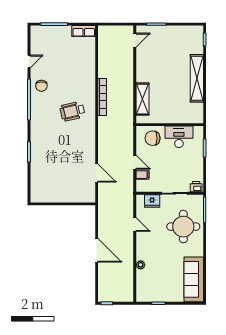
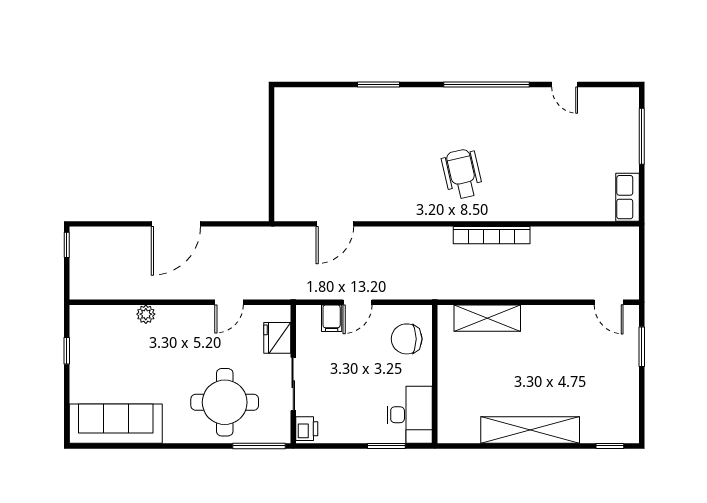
chair: (41, 86) -> (515, 110), removed
desk: (179, 137) -> (410, 415), moved
chair: (153, 138) -> (407, 339), turned -90

